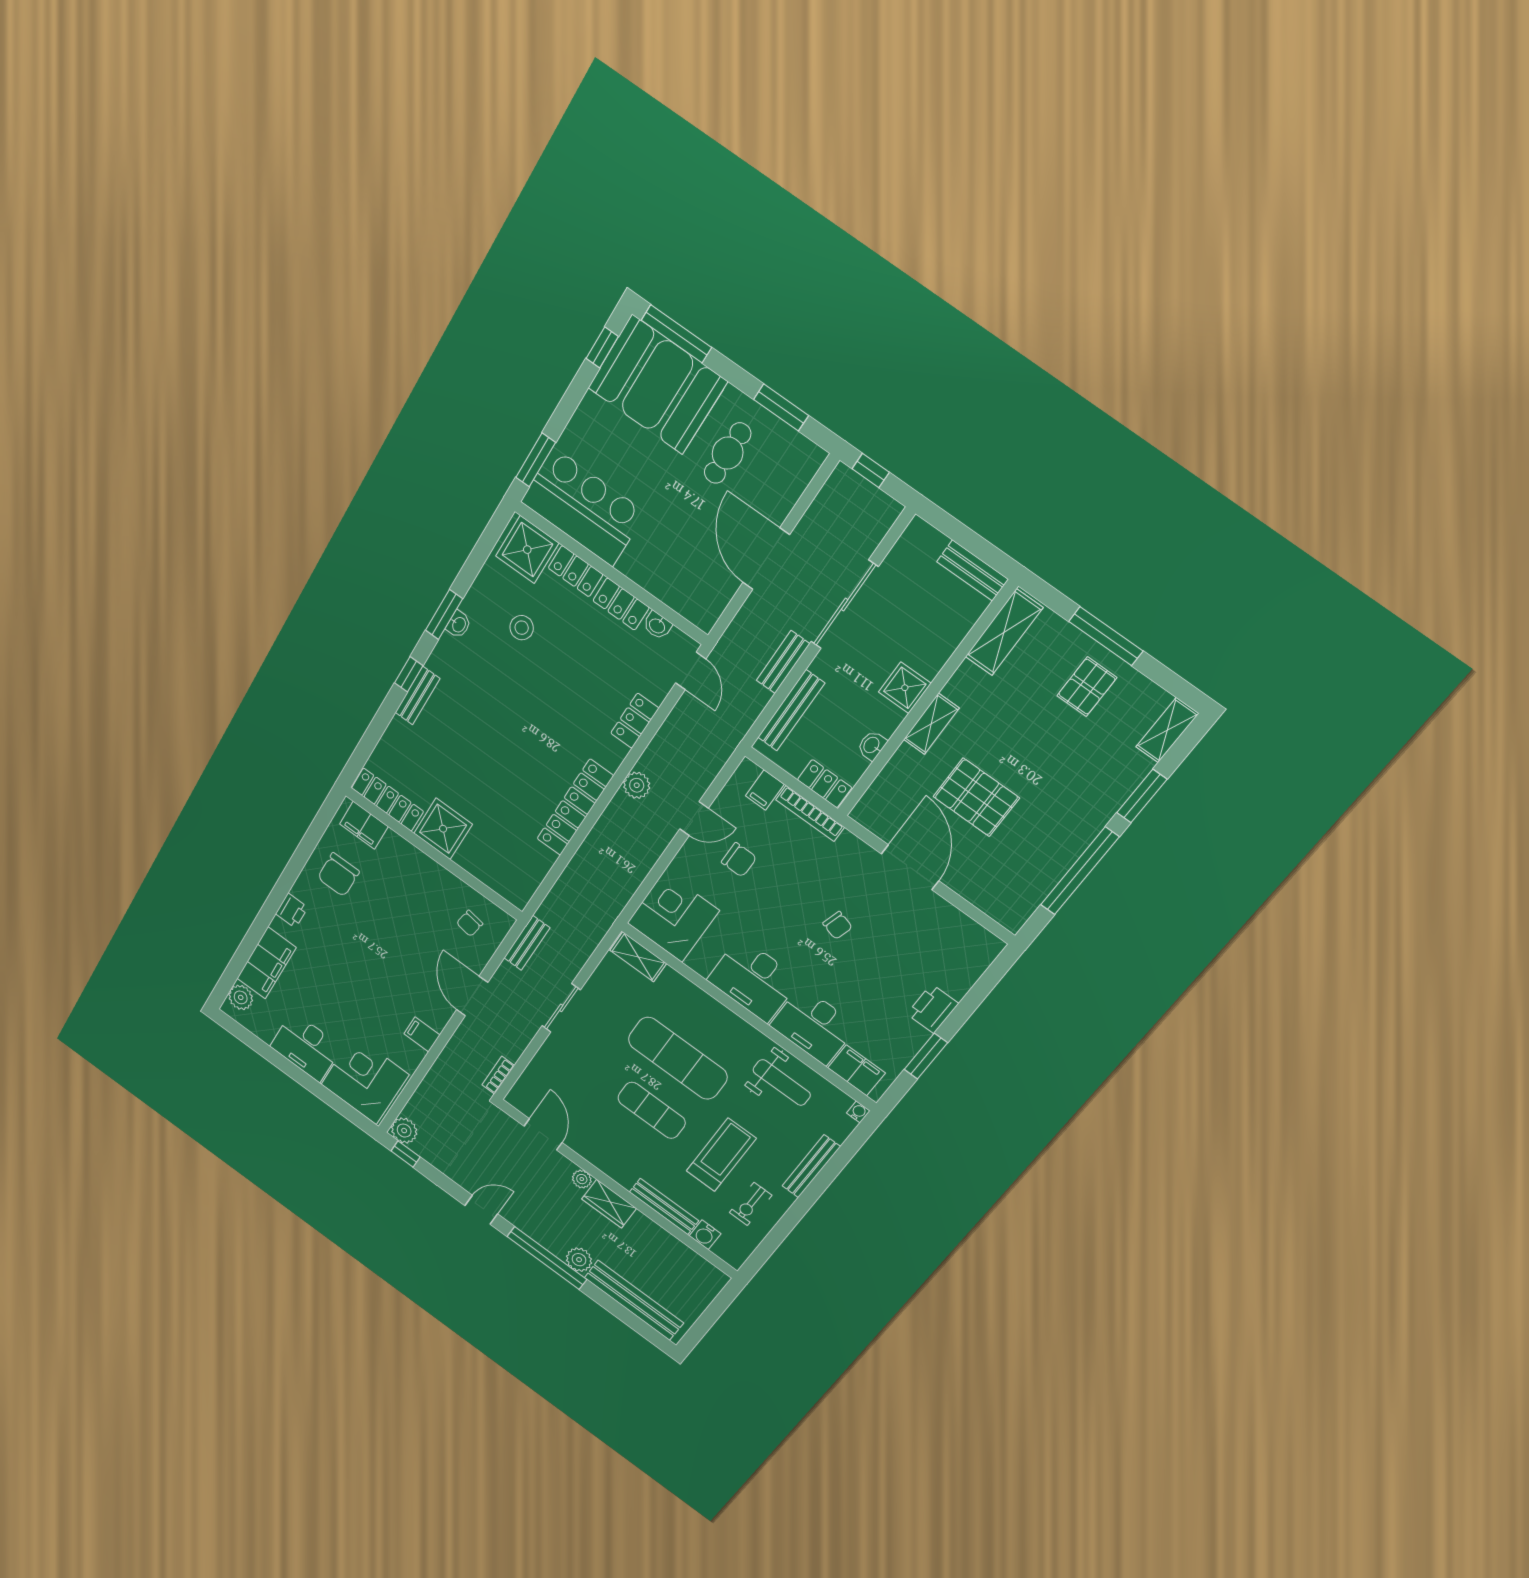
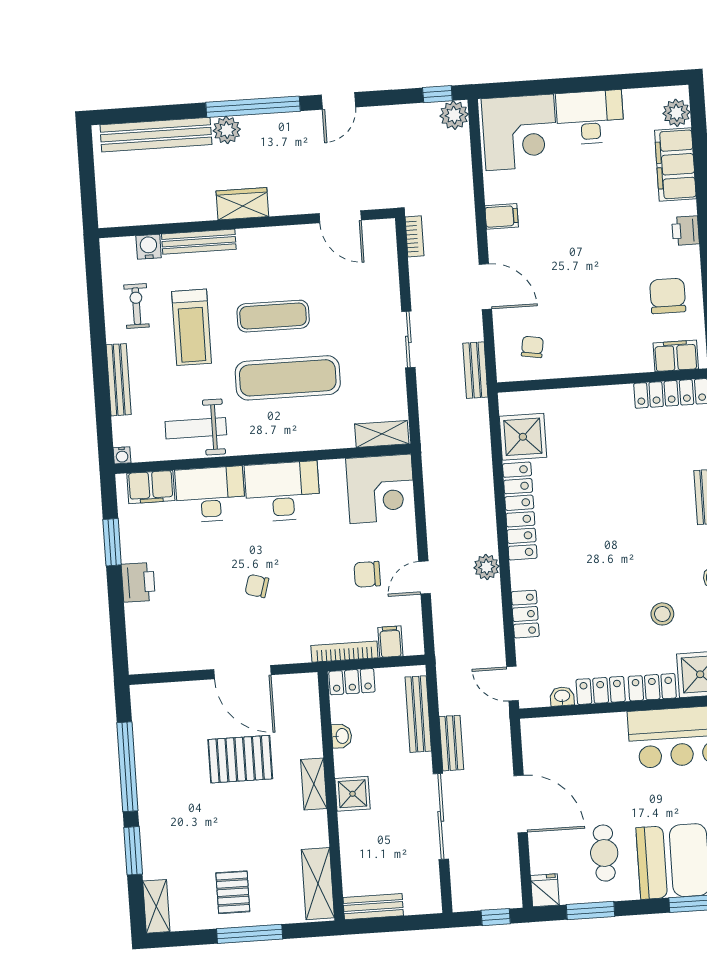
fridge: (807, 460) -> (545, 890), added
shower: (443, 829) -> (523, 437), moved
plant: (582, 1179) -> (280, 206), removed

